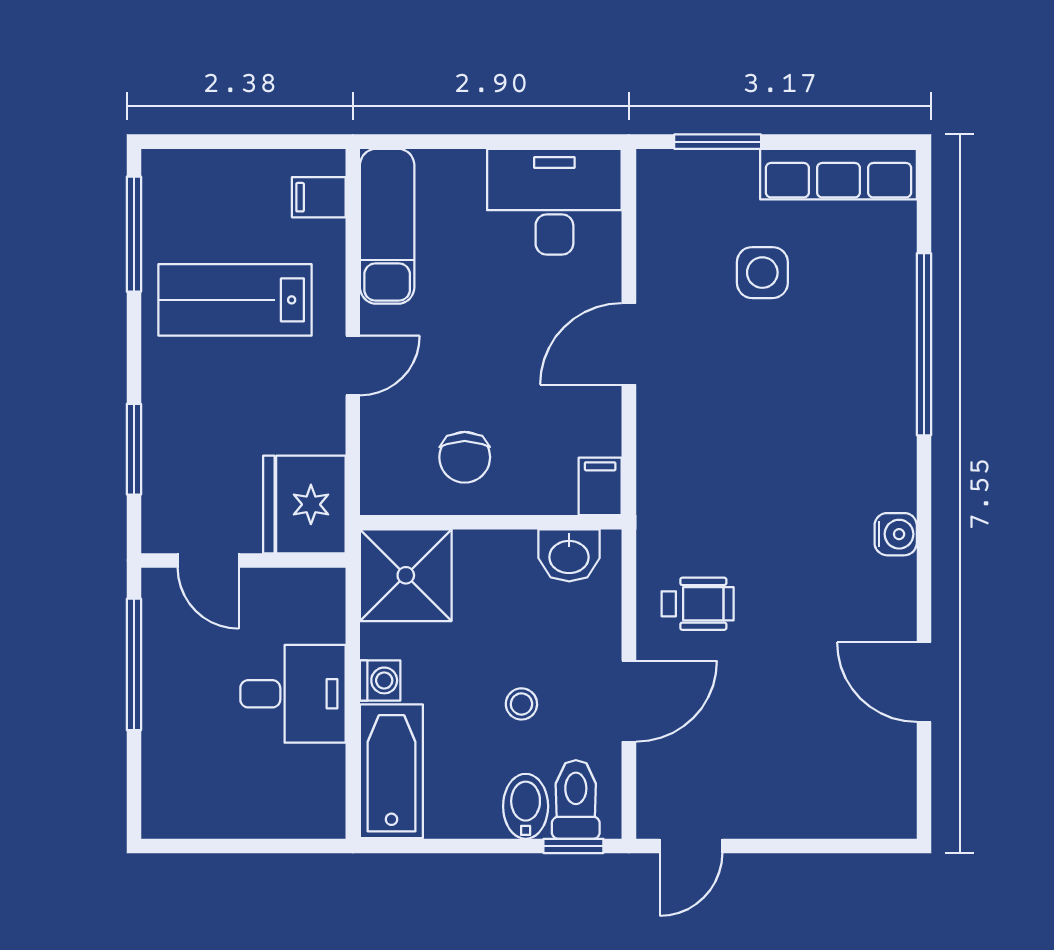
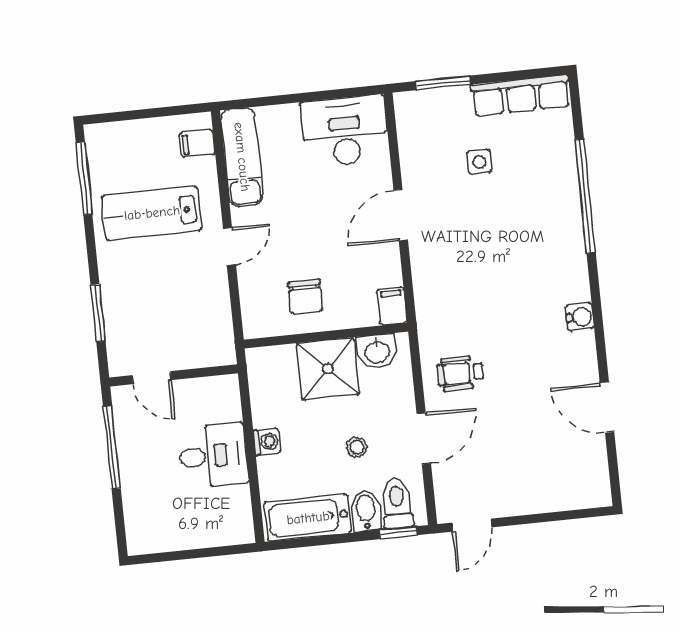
side table: (762, 273) -> (479, 162), width x0.73, depth x0.73
fridge: (304, 504) -> (208, 336), removed
shower: (406, 575) -> (328, 369), moved
wheelchair: (698, 604) -> (460, 373), turned 180
bathtub: (391, 771) -> (308, 518), moved, turned -90

